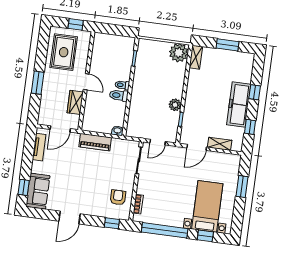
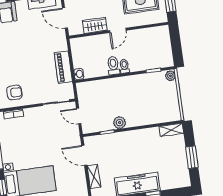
plant: (179, 53) -> (170, 76), moved, width x0.53, depth x0.53
piano: (95, 142) -> (63, 67), moved

